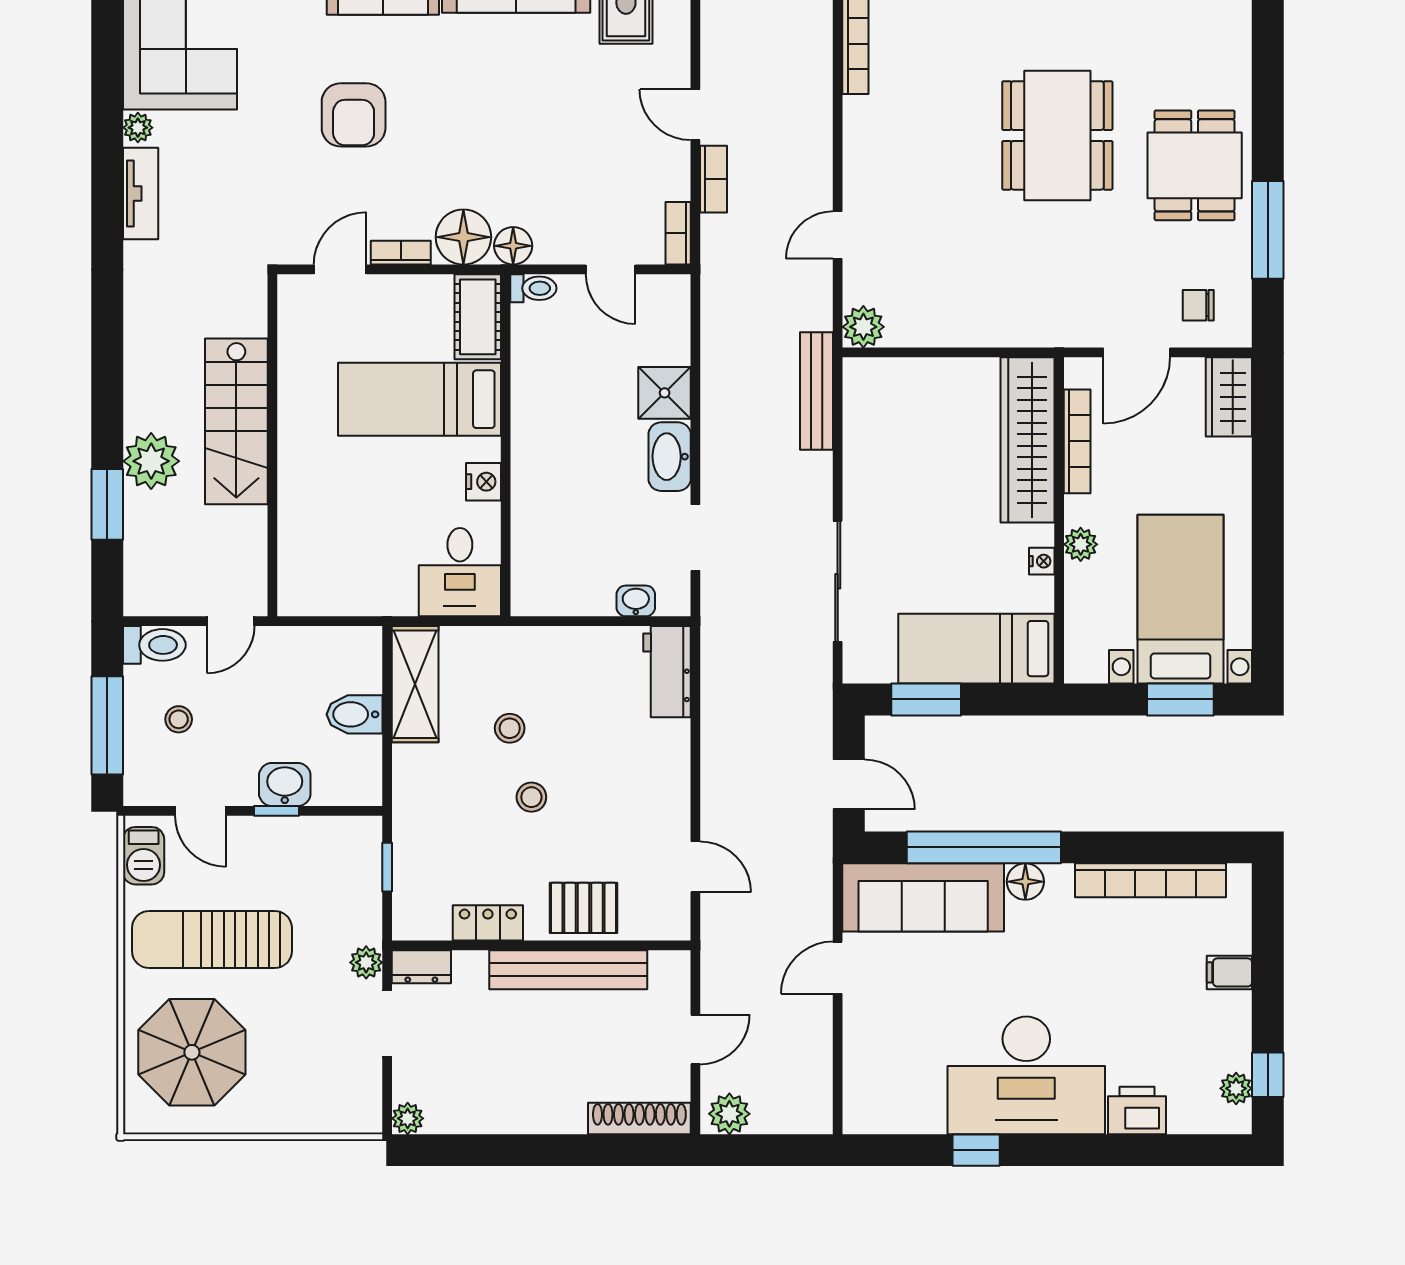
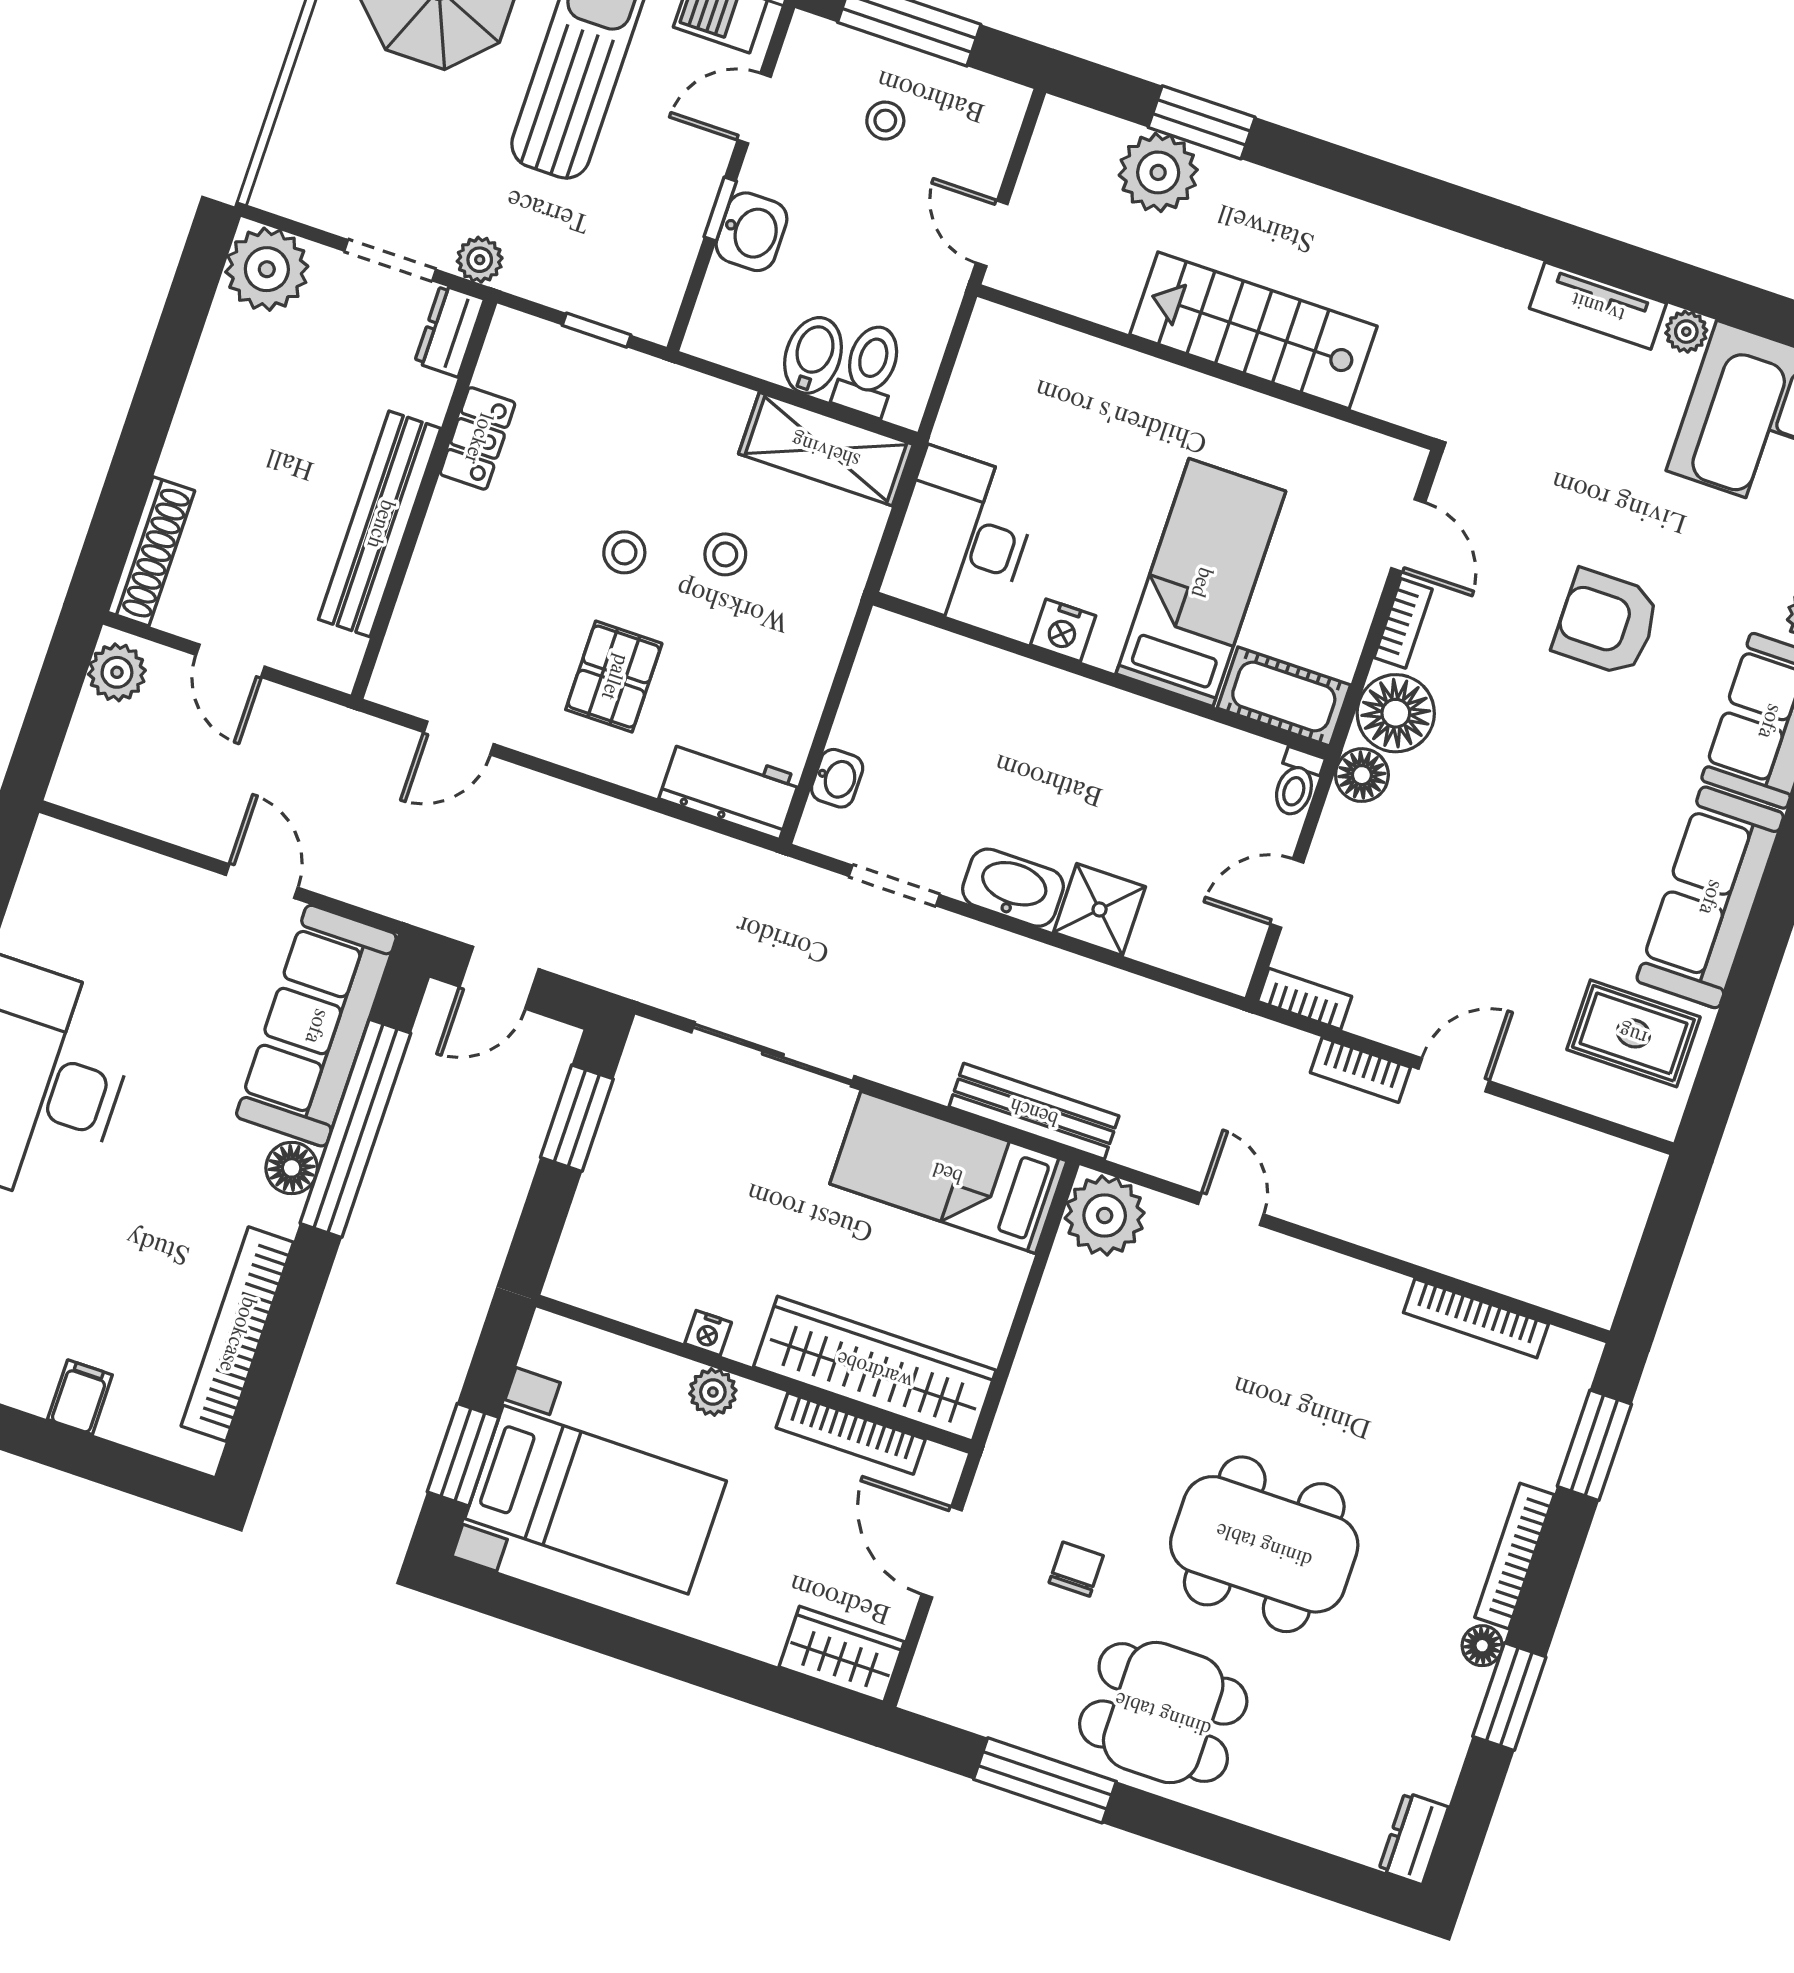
chair: (1198, 305) -> (1076, 1569), moved
plant: (863, 327) -> (1105, 1216), width x1.36, depth x1.36
plant: (151, 461) -> (1158, 172), moved
desk: (460, 572) -> (961, 538), width x1.37
toilet: (154, 645) -> (869, 369), moved, turned 180
bed: (976, 649) -> (948, 1172), moved, turned -90
pallet: (584, 908) -> (614, 677), moved
plant: (408, 1118) -> (267, 269), width x1.88, depth x1.88

